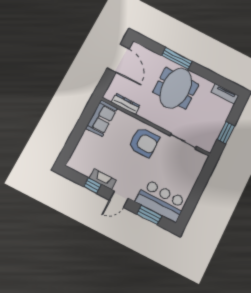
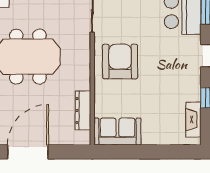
fireplace: (103, 179) -> (193, 120), moved

